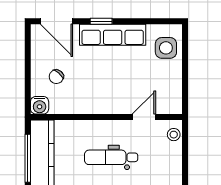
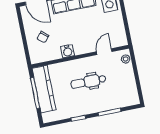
water cooler: (40, 105) -> (68, 51), moved

